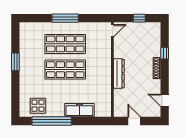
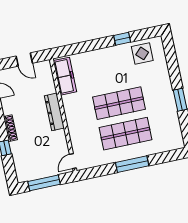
window: (139, 18) -> (44, 183), width x2.17
freezer: (79, 110) -> (65, 76), moved, turned -90
window: (52, 121) -> (122, 39), width x0.32

